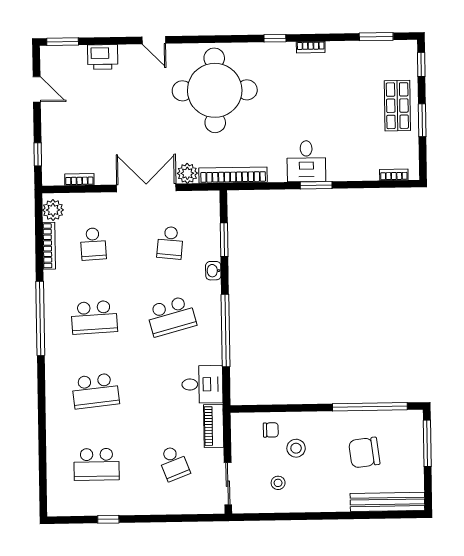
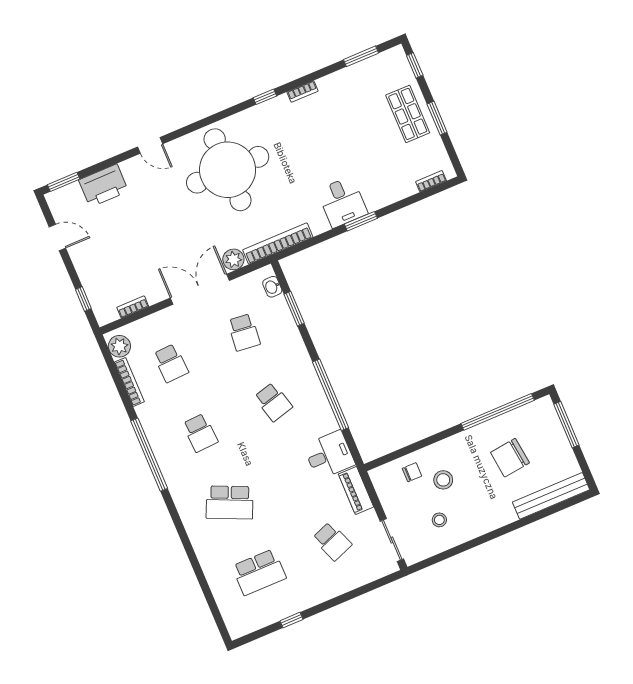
printer: (103, 57) -> (103, 186), width x1.37, depth x1.19
washbasin: (213, 271) -> (272, 287), moved
school desk: (171, 316) -> (273, 402), width x0.54
school desk: (94, 317) -> (200, 433), width x0.54
school desk: (95, 391) -> (230, 502), turned 30

